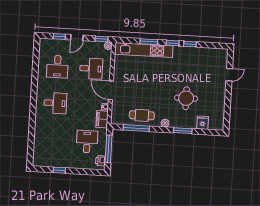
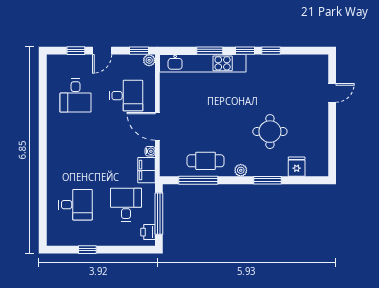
desk: (55, 103) -> (76, 205), moved

